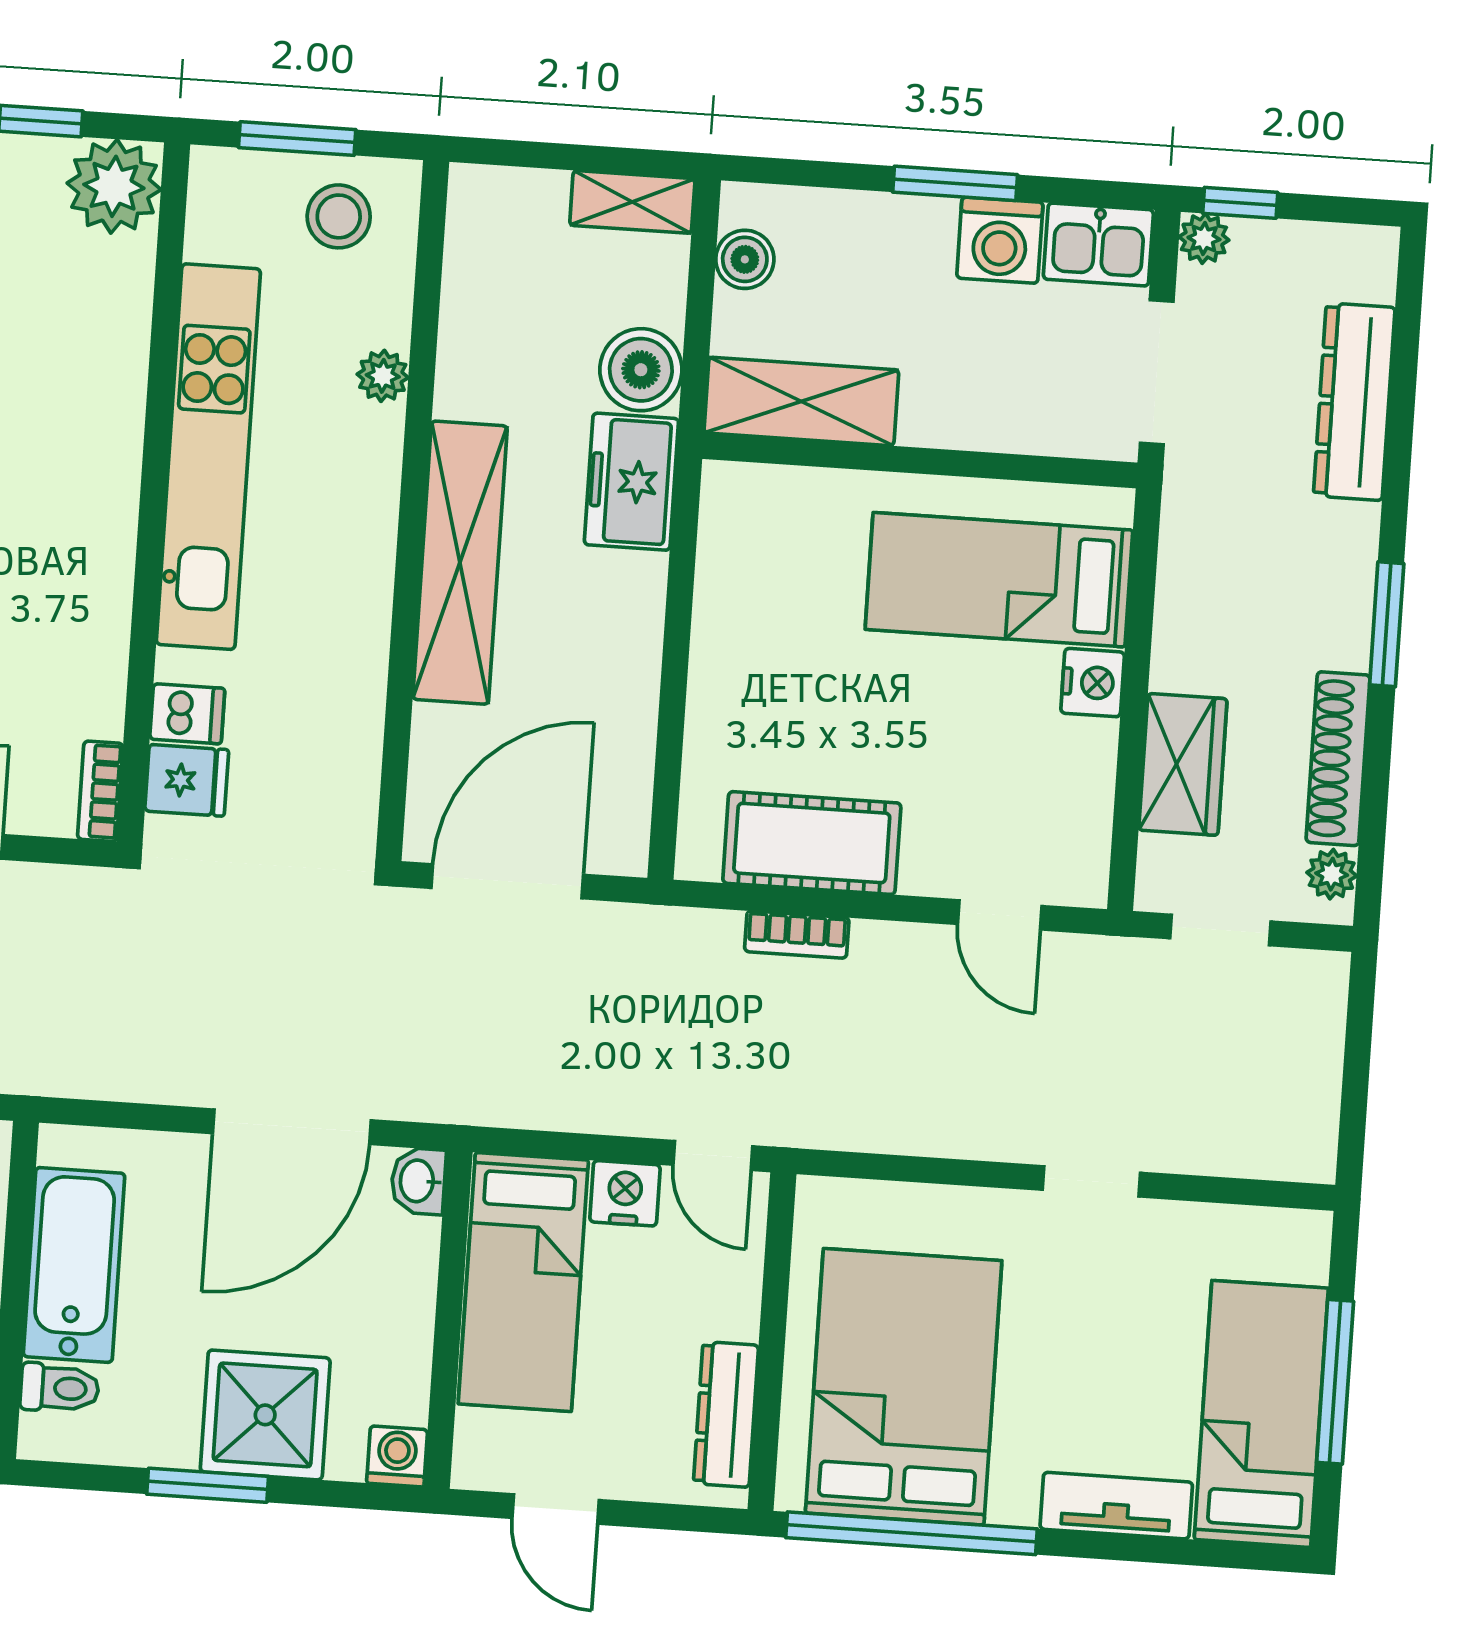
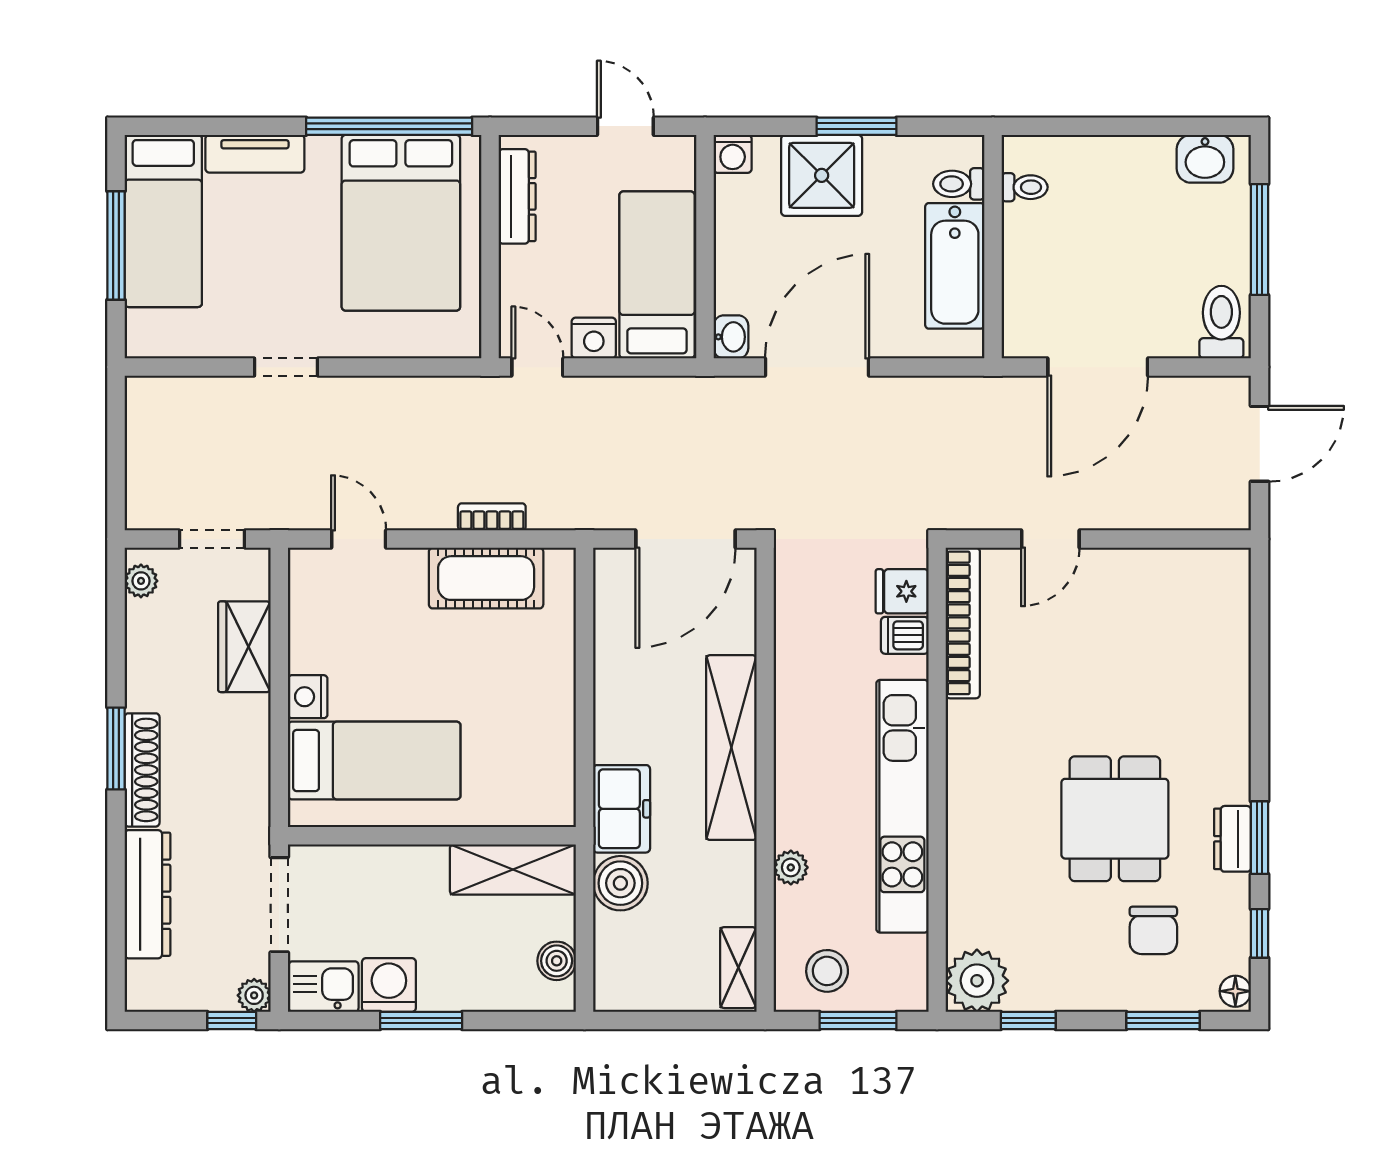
shelving: (632, 202) -> (738, 968), moved, turned 90
shoe rack: (1338, 759) -> (142, 770), moved
bookcase: (100, 791) -> (963, 623), width x2.31, depth x1.31

